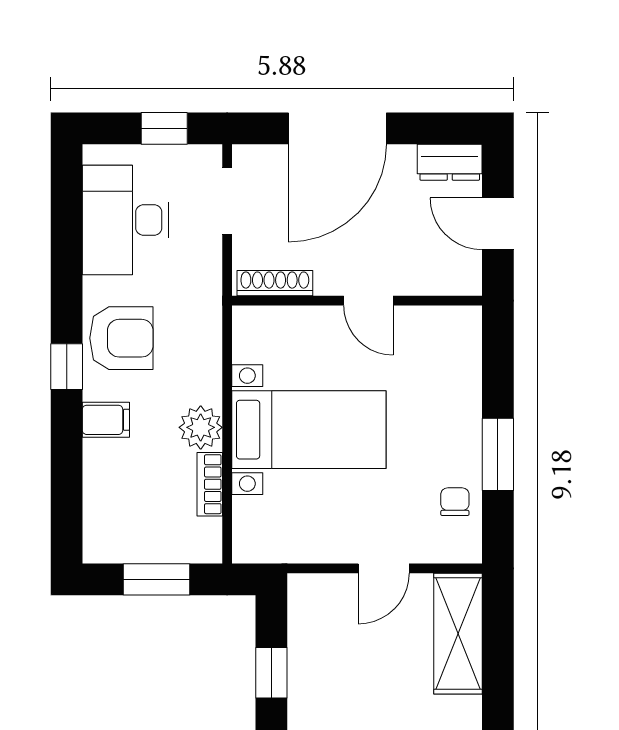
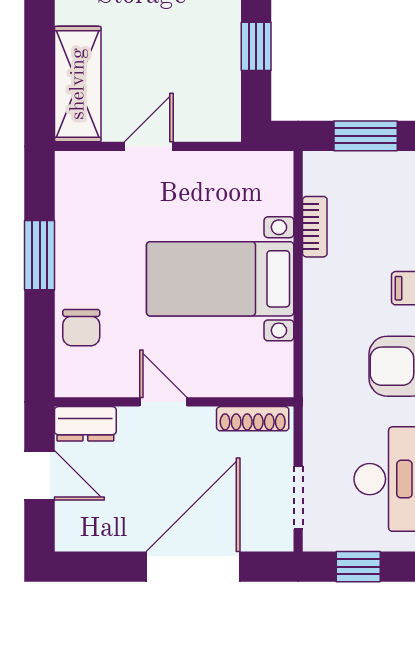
dresser: (450, 162) -> (85, 424), moved, turned 180
plant: (201, 427) -> (324, 281), removed
chair: (455, 502) -> (81, 328), moved, width x1.37, depth x1.37

